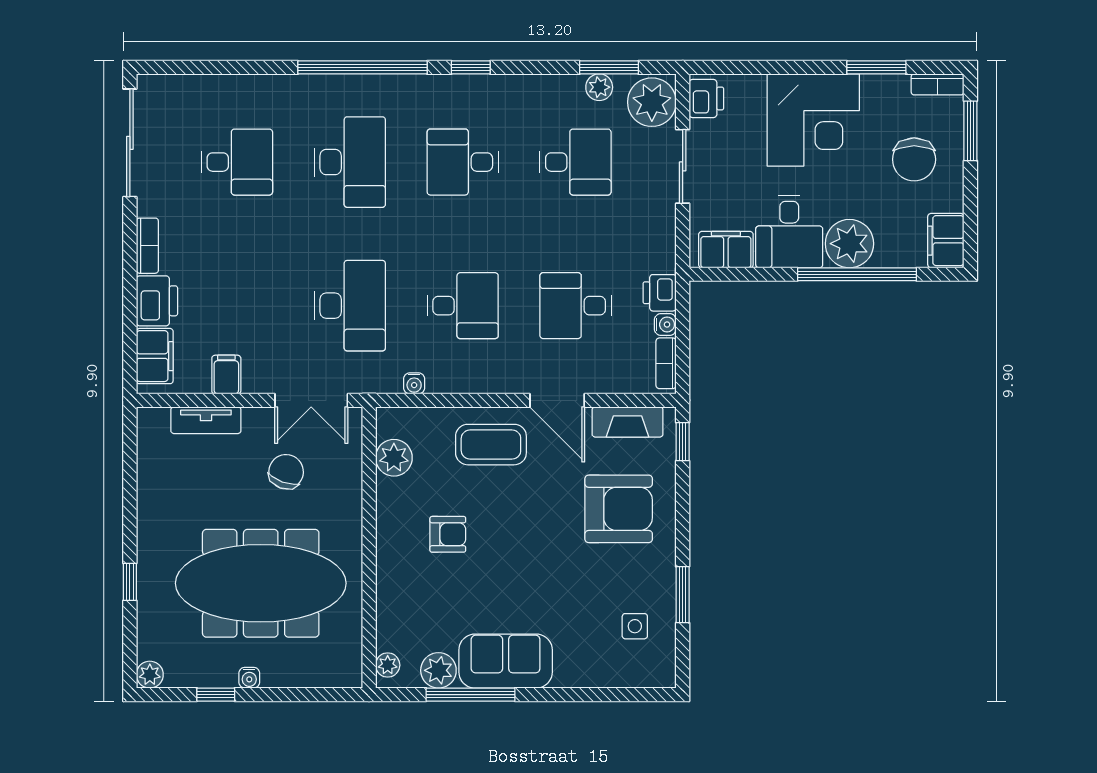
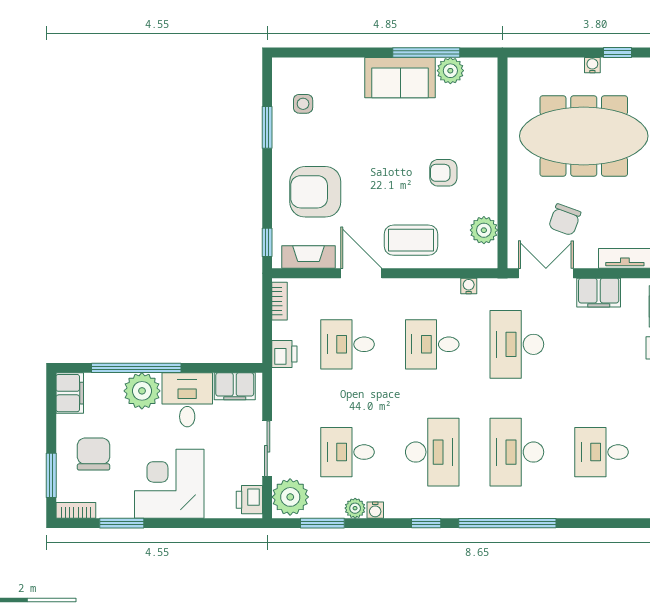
plant: (599, 87) -> (355, 508), moved
desk: (463, 162) -> (432, 452), width x1.37
desk: (576, 306) -> (348, 344), turned 180
water cooler: (665, 324) -> (375, 510), moved, turned -90
filing cabinet: (226, 375) -> (599, 293), width x2.00
plant: (388, 665) -> (489, 75), removed

